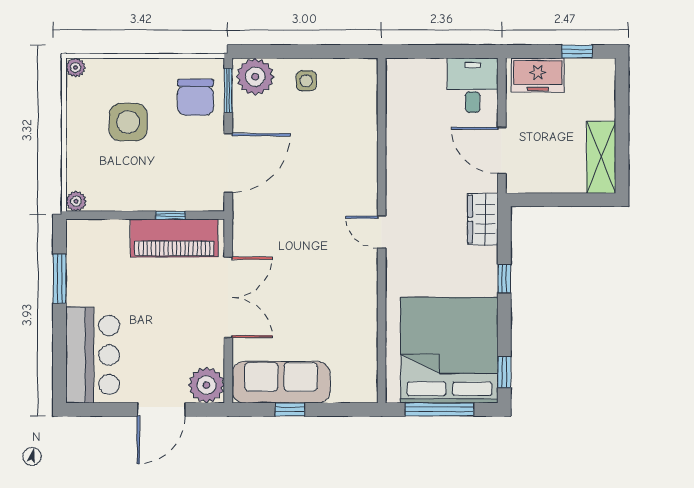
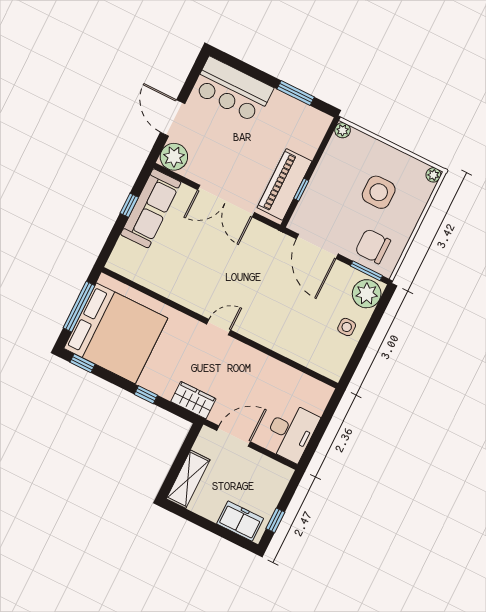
freezer: (538, 75) -> (240, 521), moved, turned 90
desk: (473, 85) -> (291, 432), width x1.37
shelving: (601, 157) -> (188, 479), moved, turned 90

